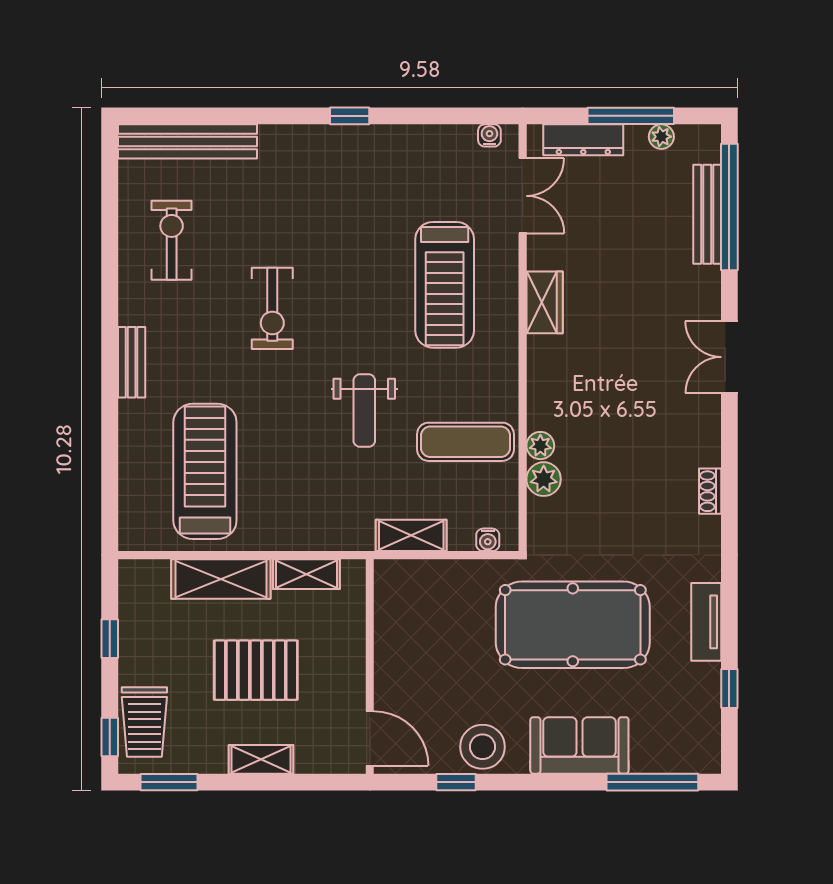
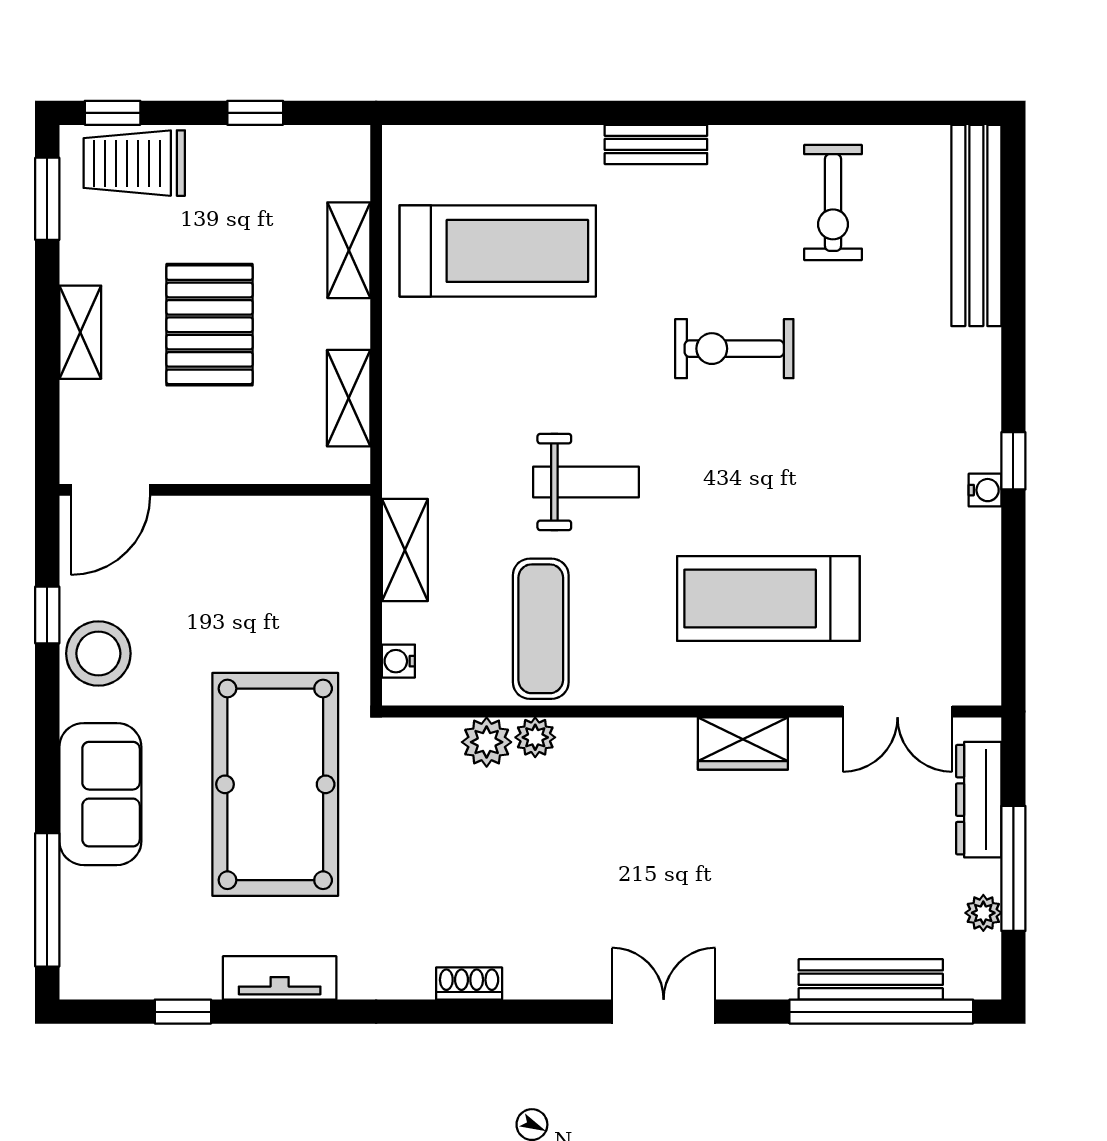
water cooler: (489, 135) -> (985, 490), moved
exercise bike: (172, 240) -> (833, 202), turned 90
weight bench: (364, 411) -> (586, 482), turned 180
shelving: (221, 579) -> (349, 250), width x0.67, depth x0.75

